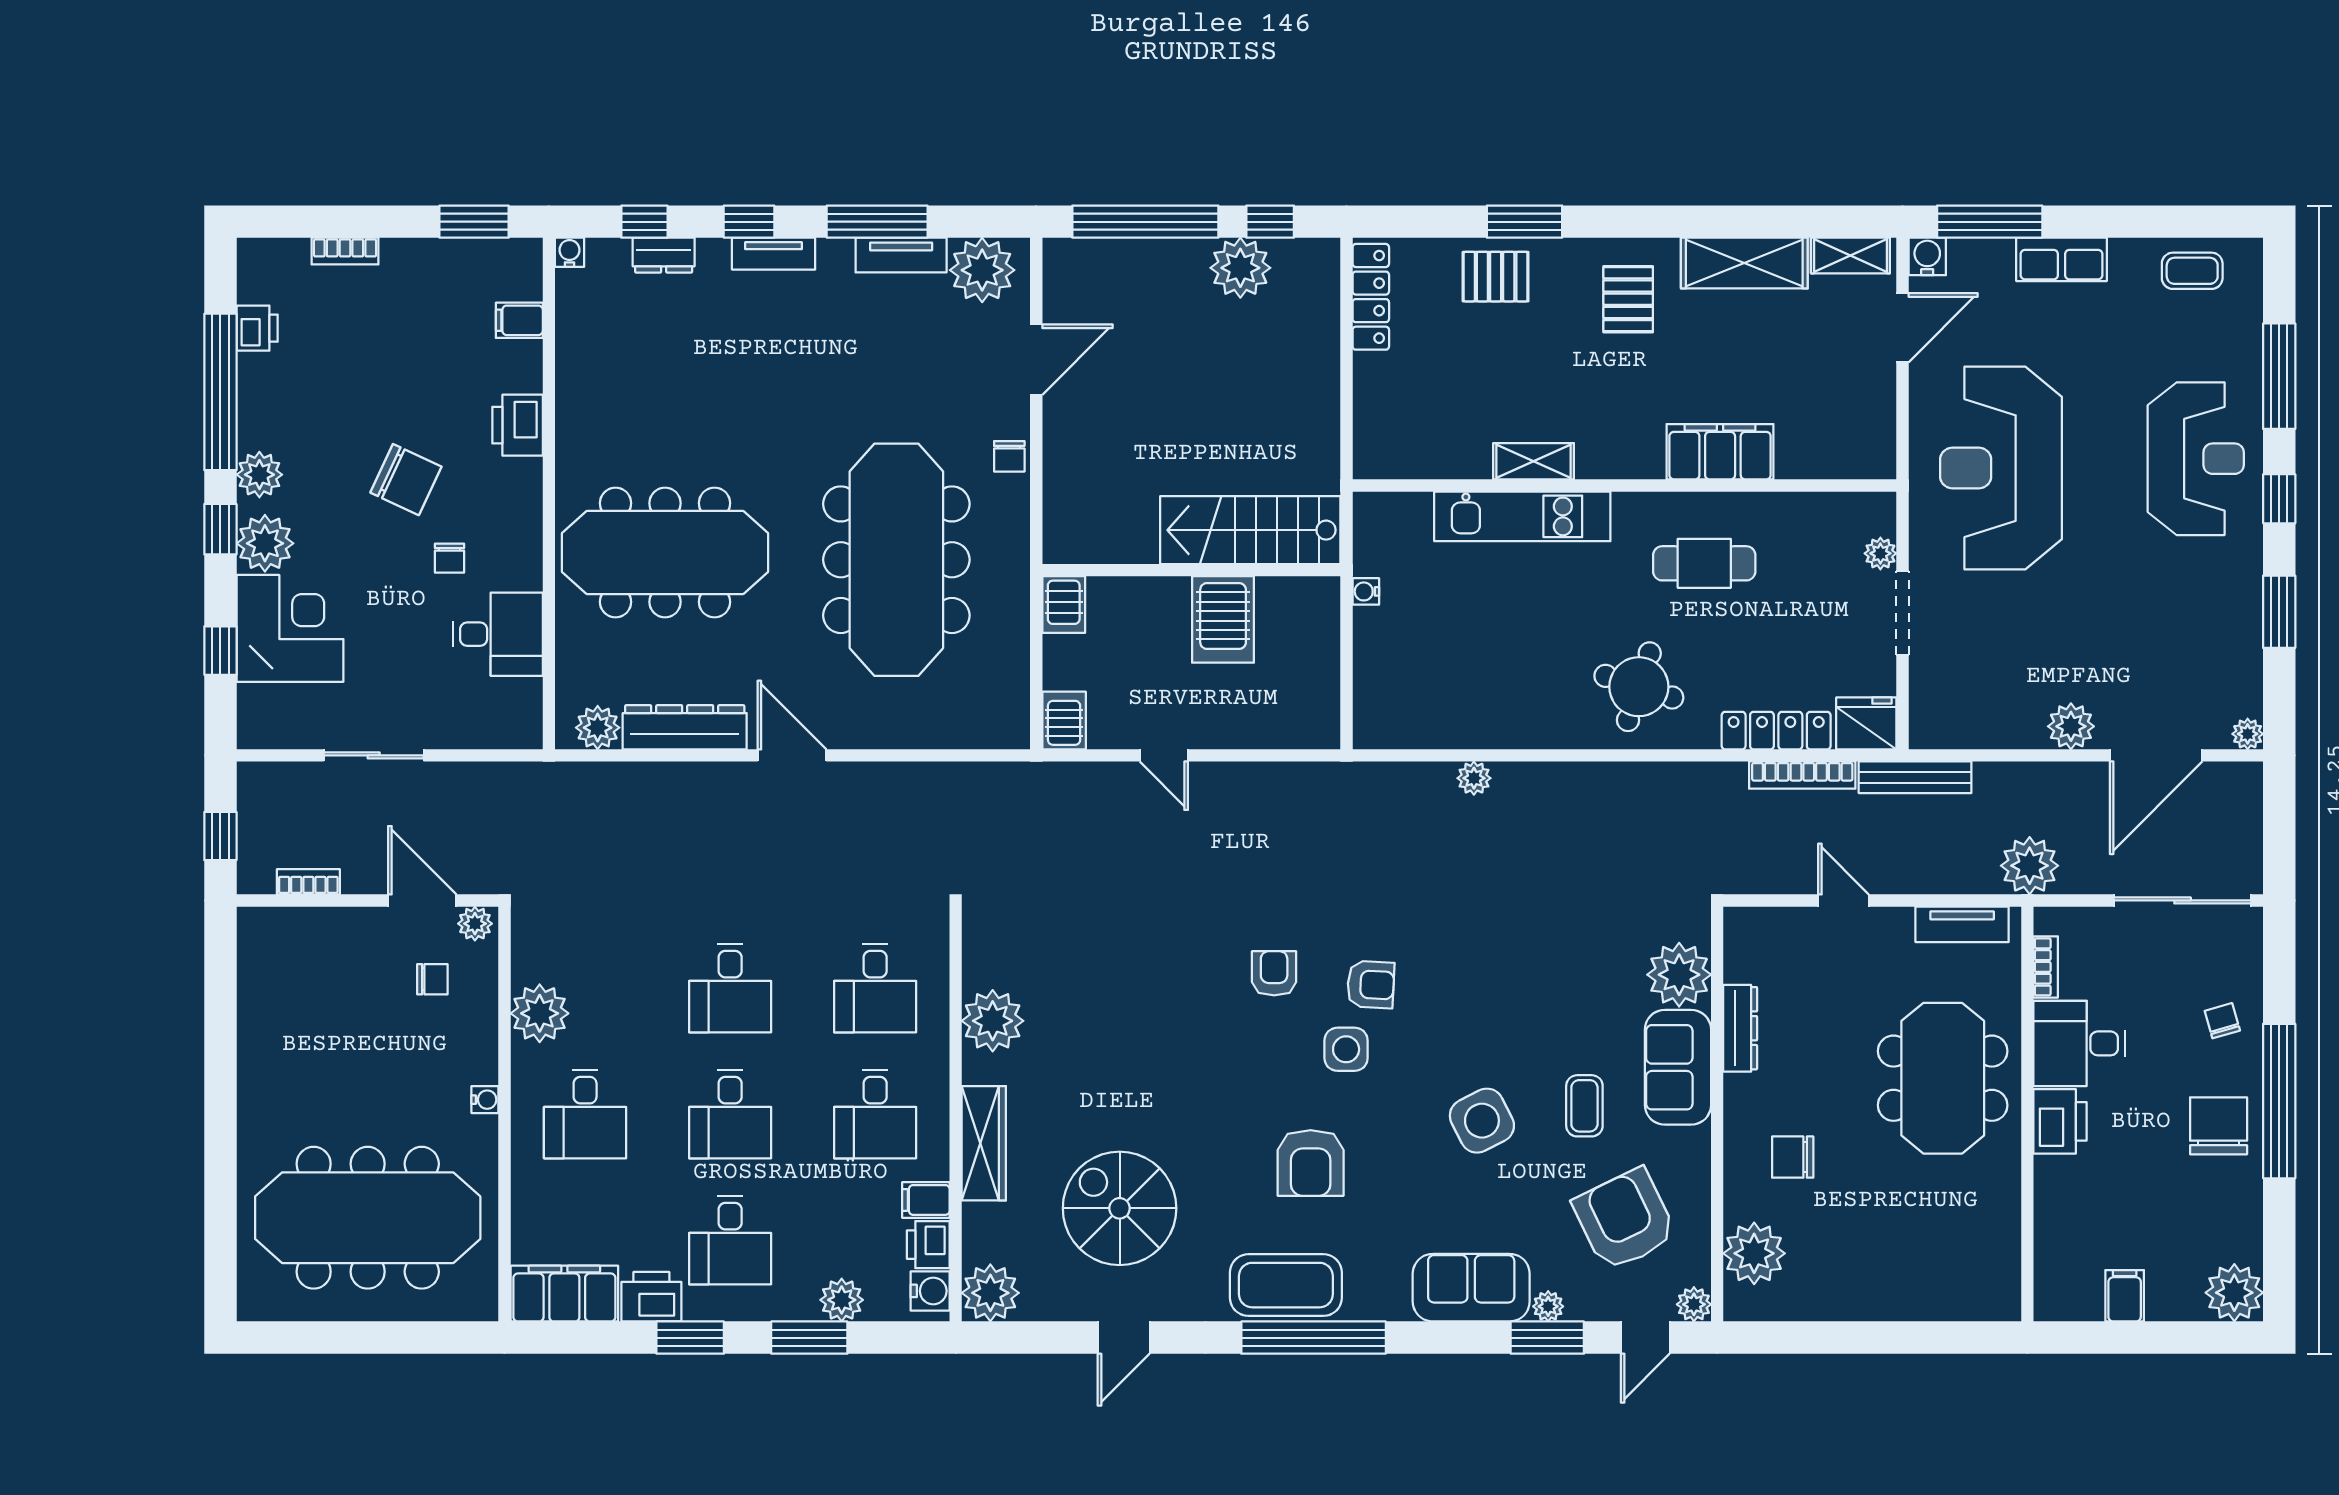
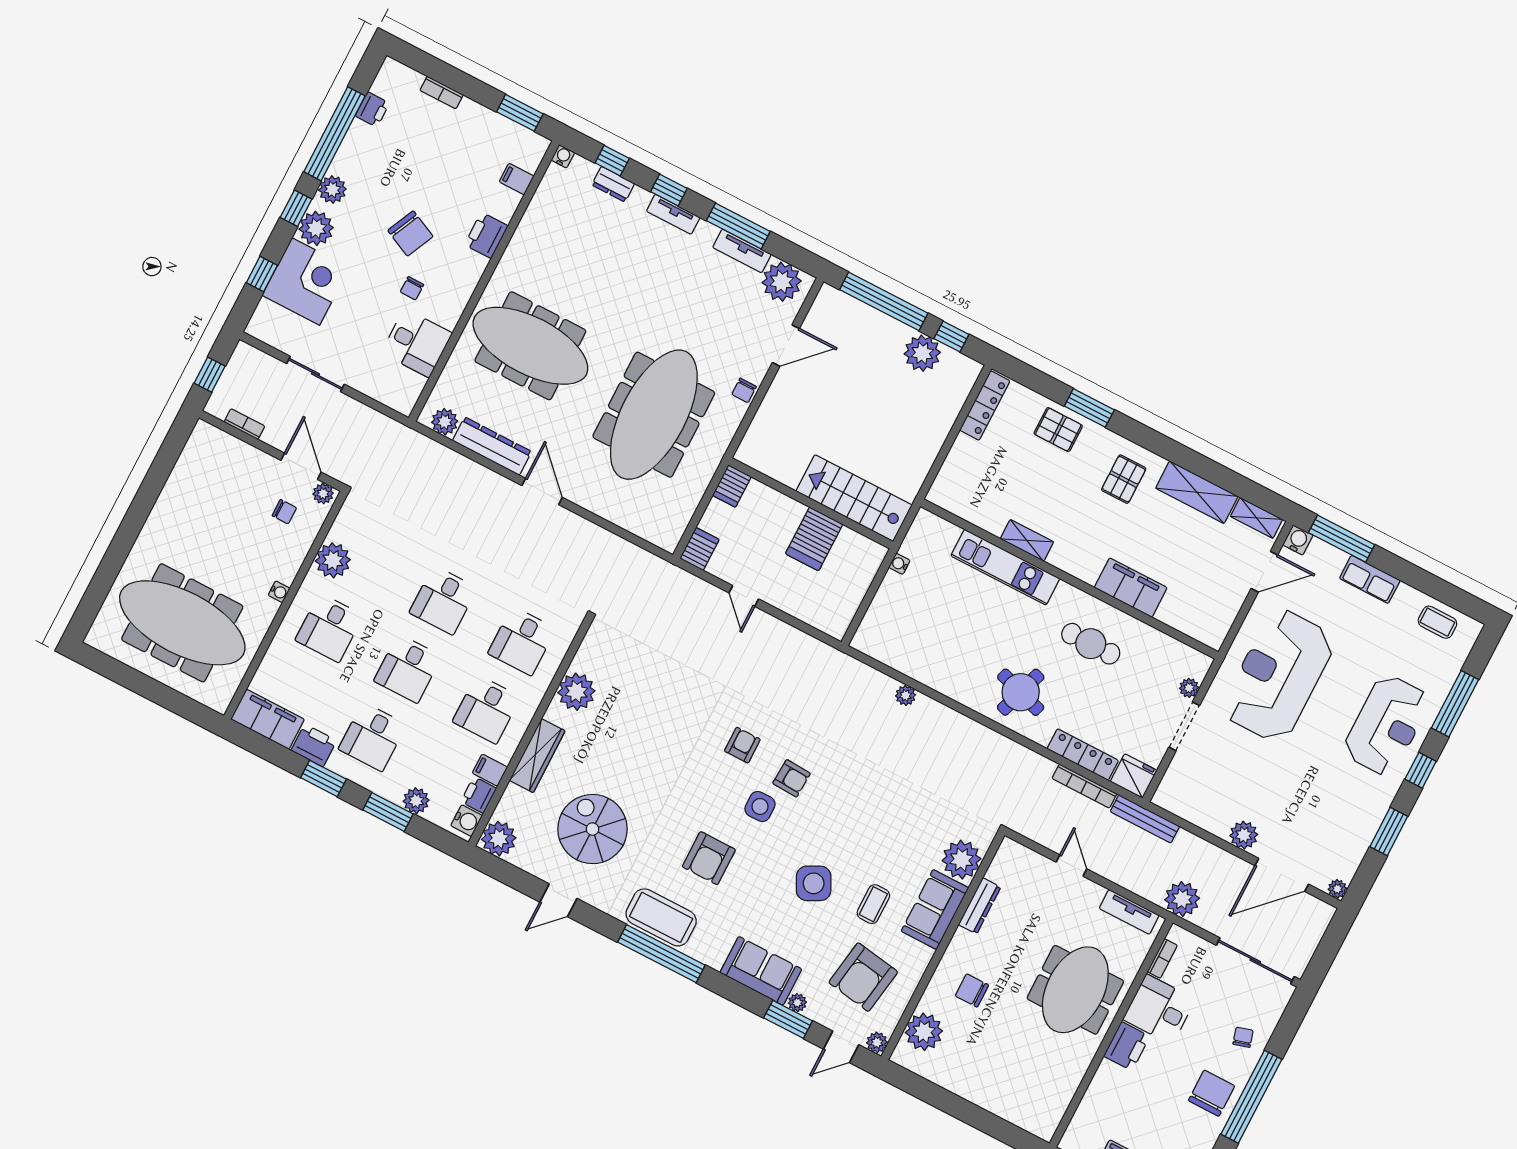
armchair: (1625, 1220) -> (863, 977), turned -145

